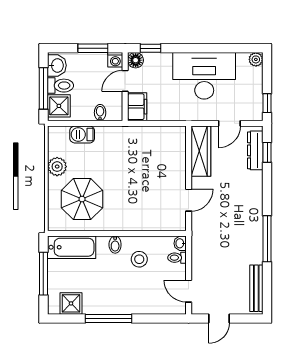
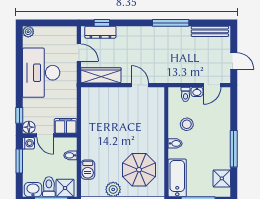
window: (267, 103) -> (63, 23), removed
washbasin: (180, 243) -> (197, 92), moved

